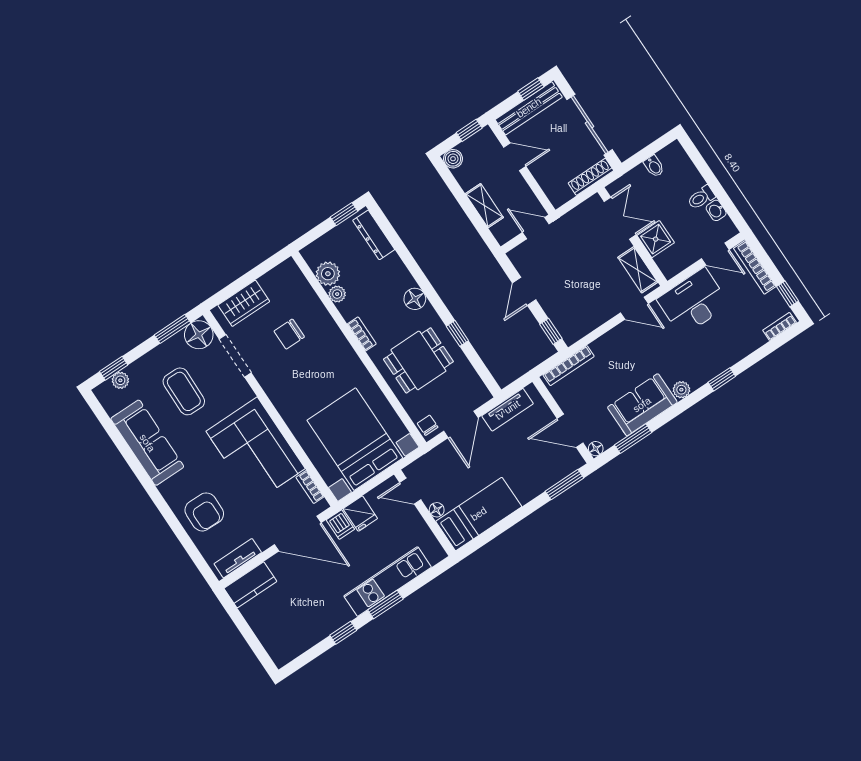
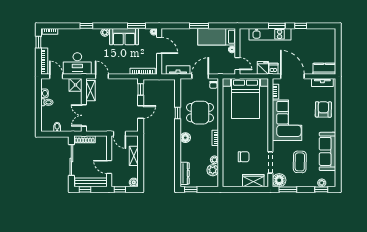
shower: (656, 239) -> (75, 85), moved
window: (565, 485) -> (199, 26), moved

